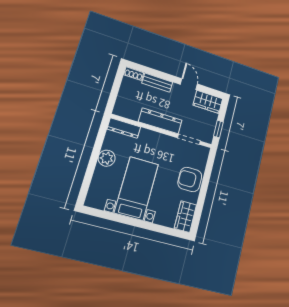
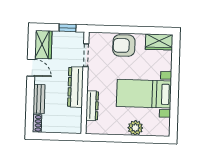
door: (189, 84) -> (31, 68), swing flipped
dresser: (124, 128) -> (92, 106), moved
plant: (107, 158) -> (135, 128), moved
armchair: (190, 179) -> (124, 46), turned 90

